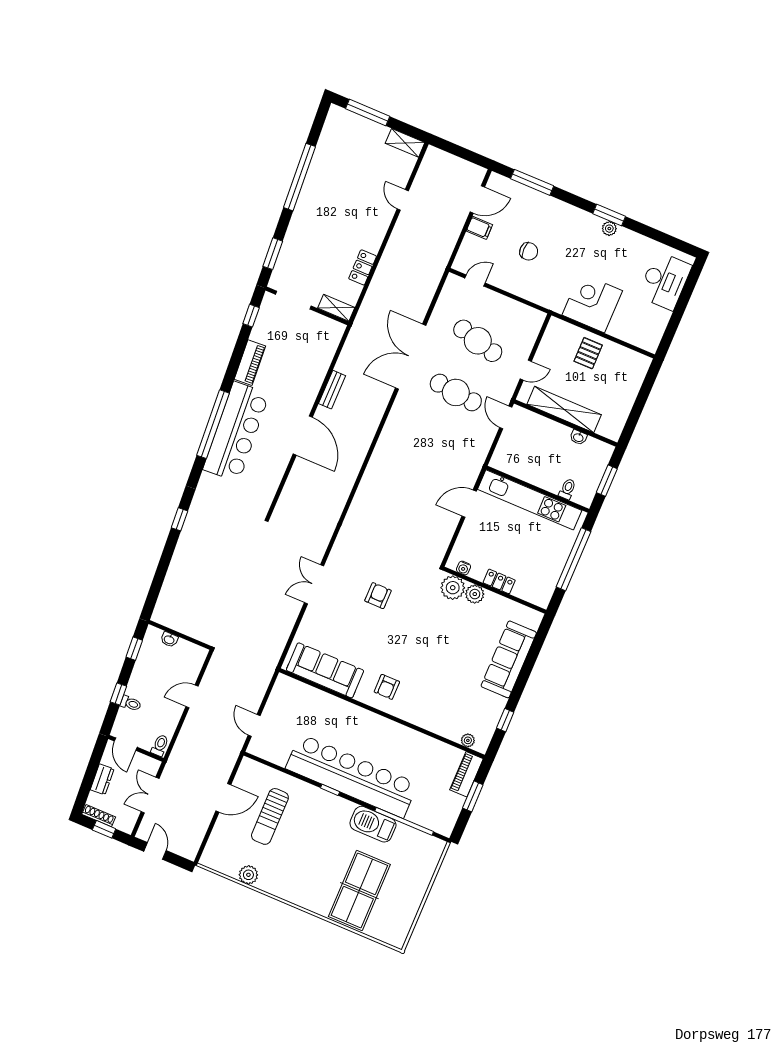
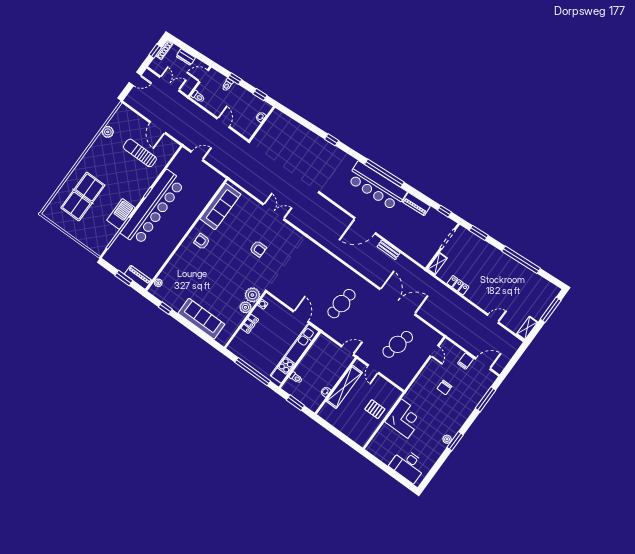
door: (477, 199) -> (483, 364), swing flipped
cafe table: (456, 392) -> (341, 304), moved
table tennis table: (359, 890) -> (83, 197), turned 90

